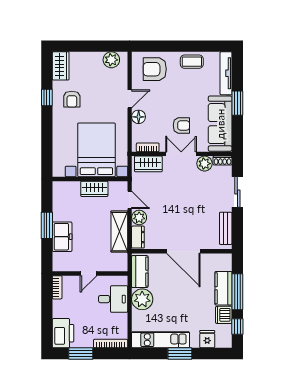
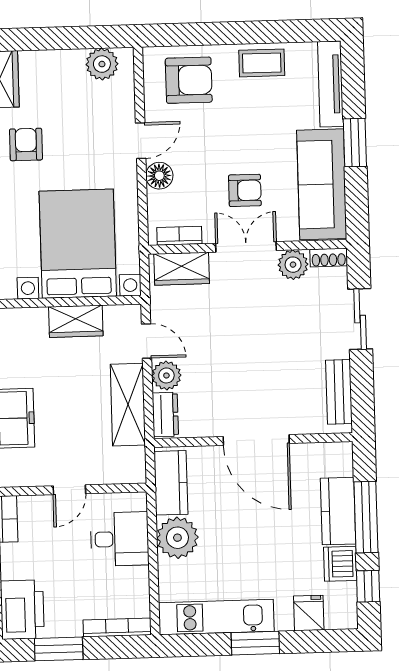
armchair: (155, 69) -> (189, 80), turned 180
armchair: (72, 99) -> (26, 144), turned 180

